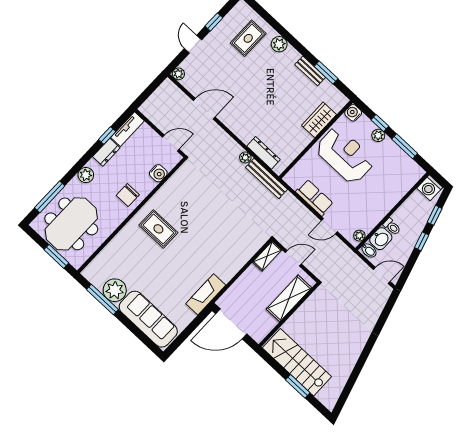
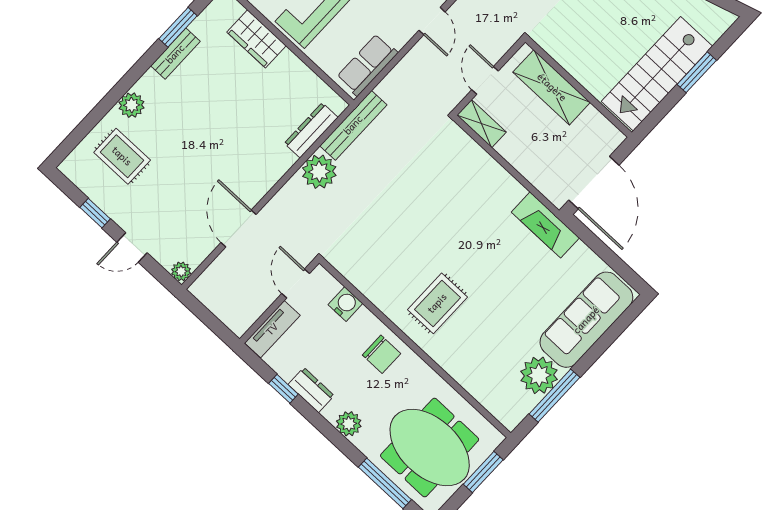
tv unit: (128, 129) -> (272, 329), moved, turned 90
plant: (245, 157) -> (319, 172), width x1.88, depth x1.88
row of seats: (314, 198) -> (367, 65), moved

